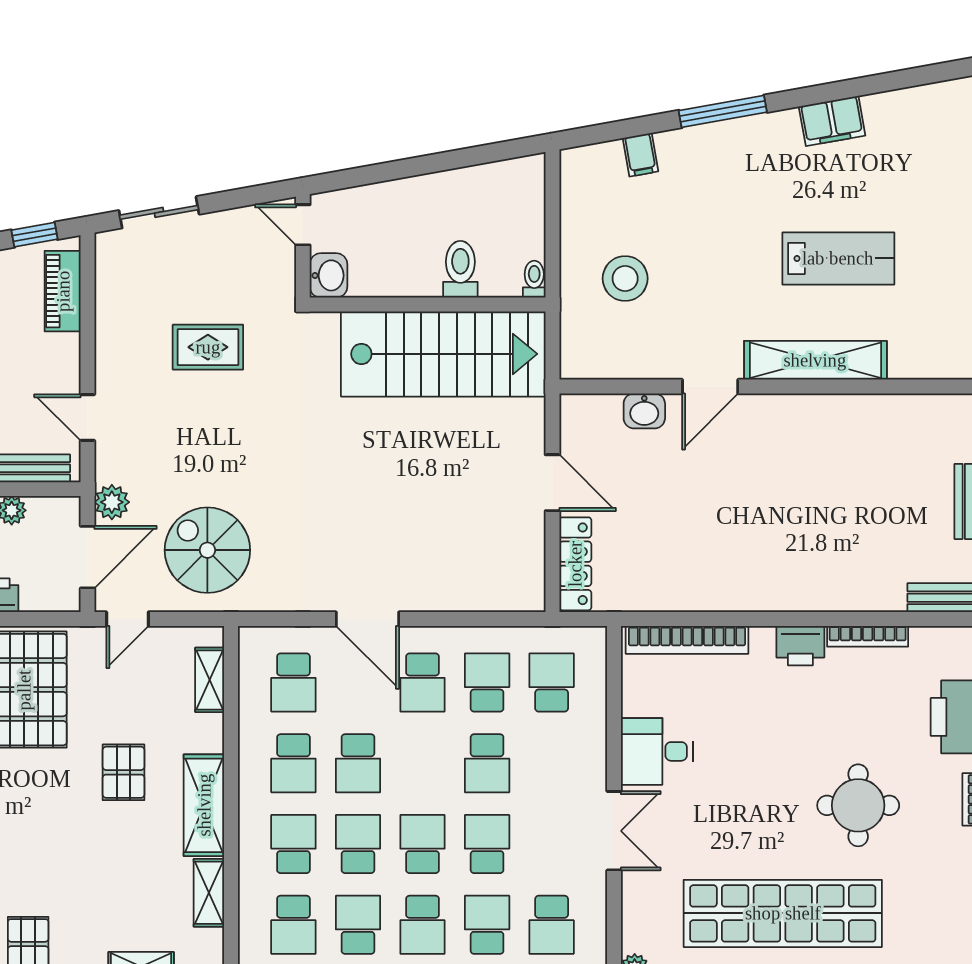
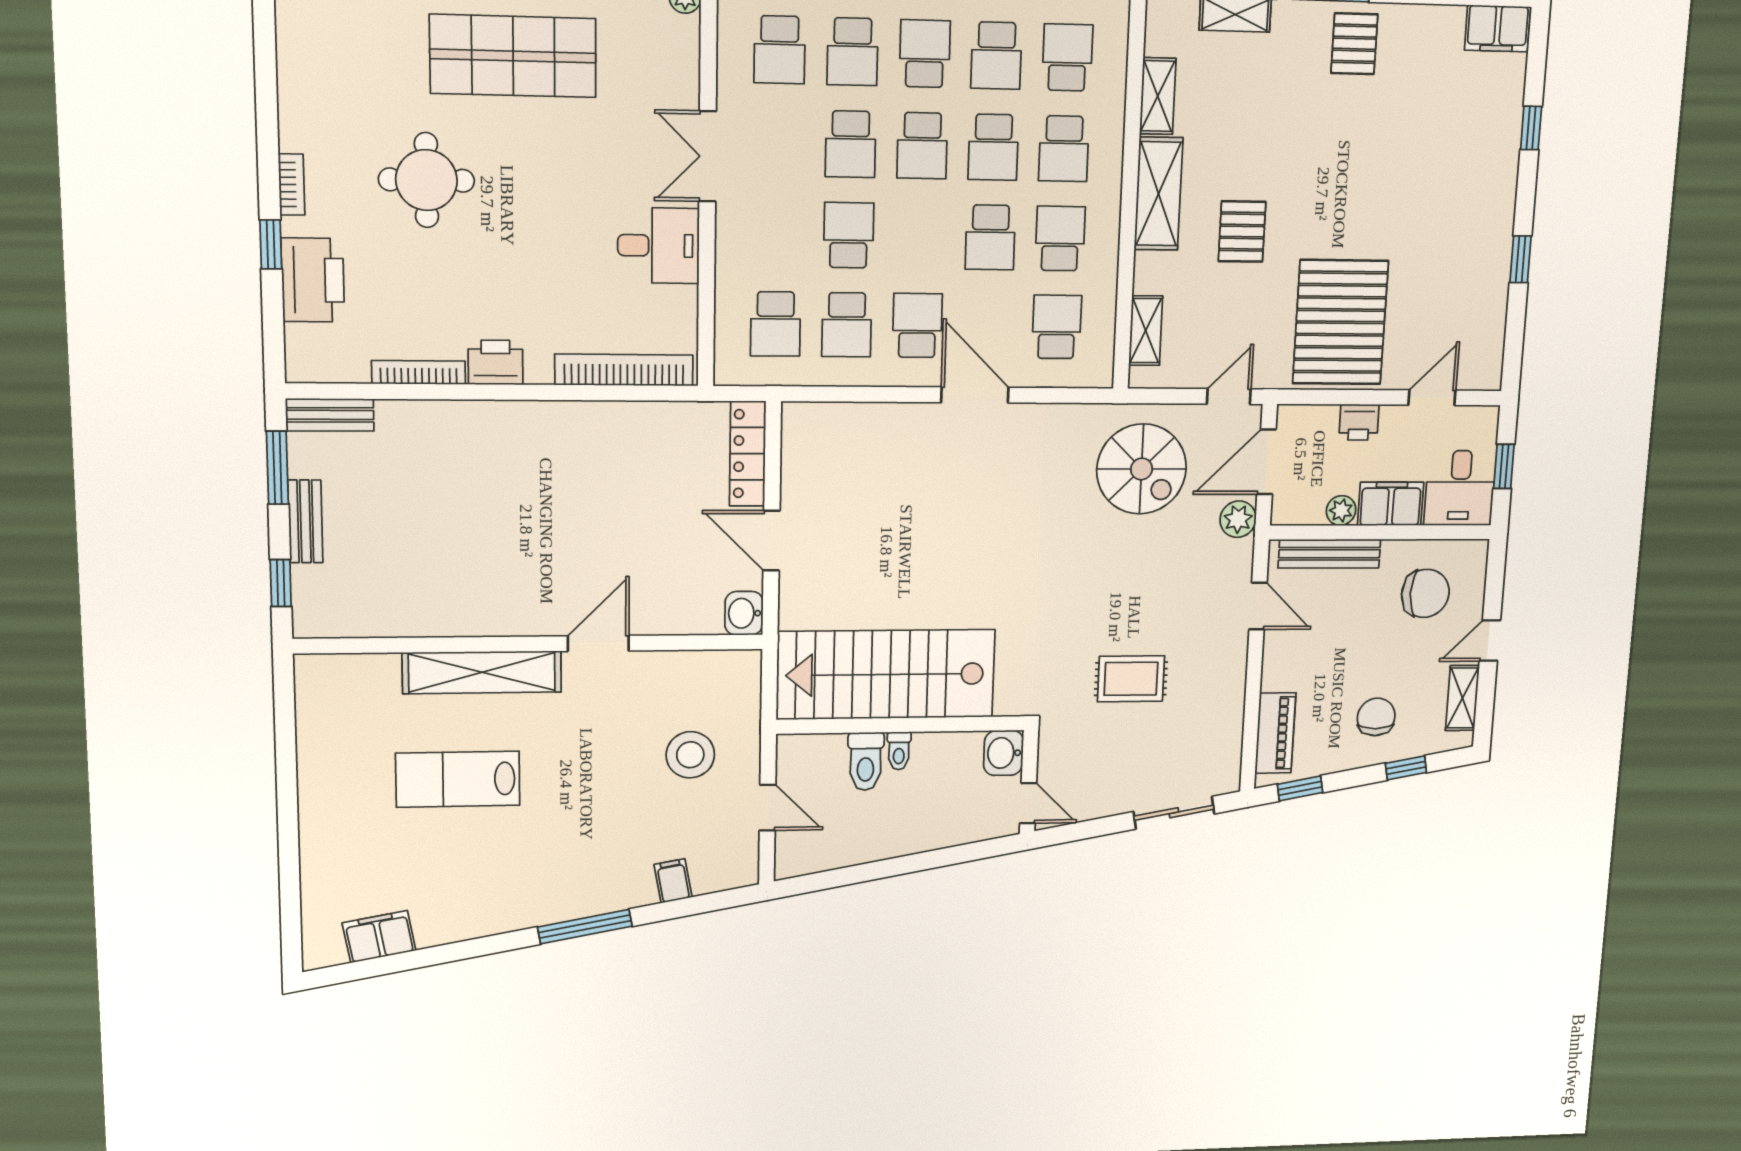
filing cabinet: (832, 121) -> (379, 937), moved
door: (552, 225) -> (767, 808), added
toilet: (534, 279) -> (899, 751), moved
washbasin: (644, 411) -> (744, 613), moved, turned -90
school desk: (358, 763) -> (990, 237), turned 180
shop shelf: (783, 913) -> (513, 56), width x0.71
school desk: (552, 925) -> (780, 50), turned 180

